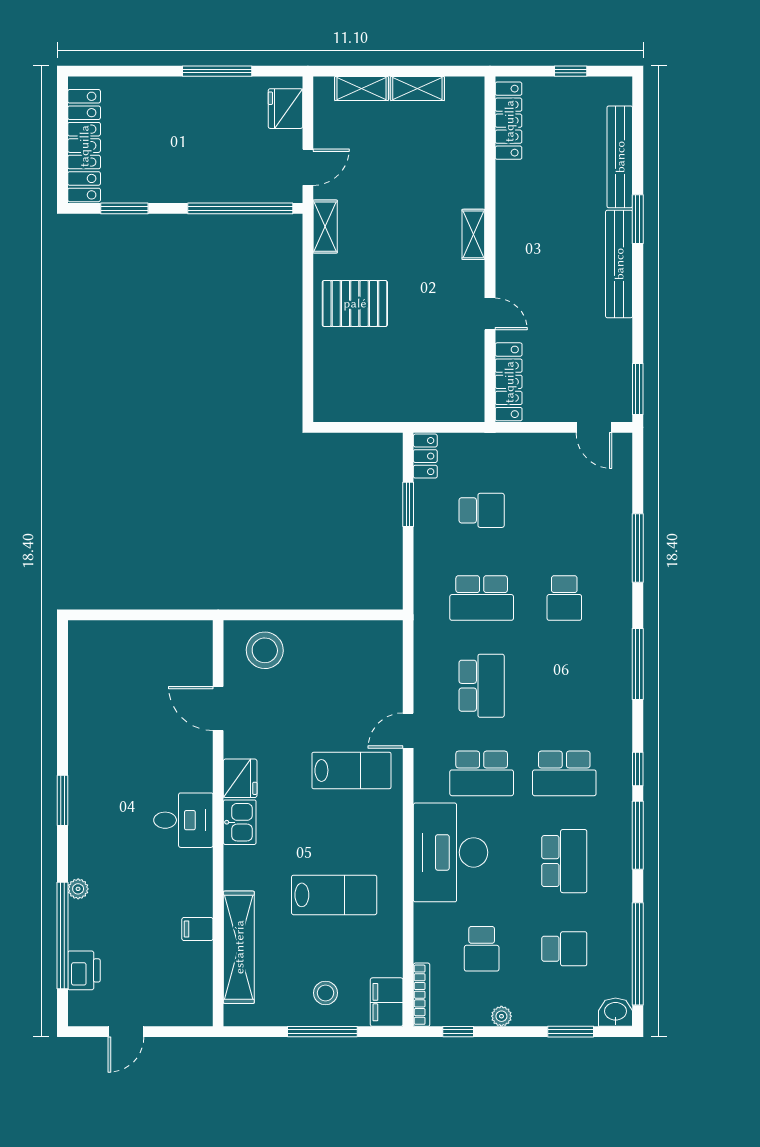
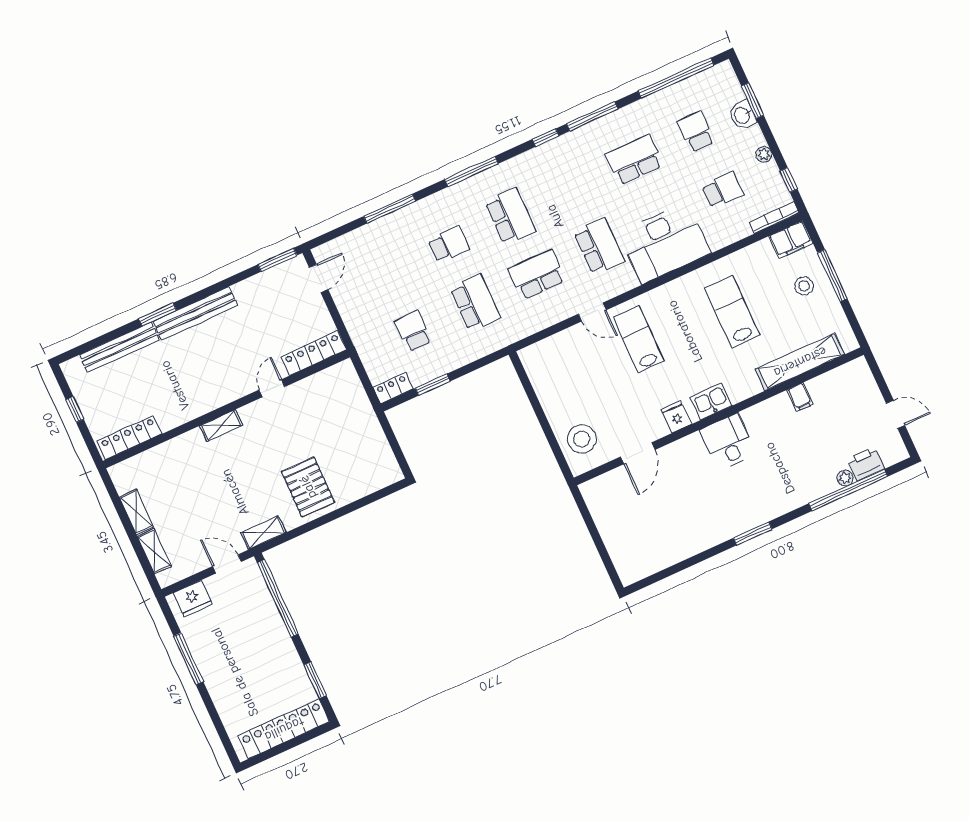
school desk: (564, 773) -> (510, 216), moved
fridge: (240, 778) -> (676, 417), width x0.72
plant: (78, 889) -> (845, 478), moved
washbasin: (616, 1012) -> (743, 115), moved

